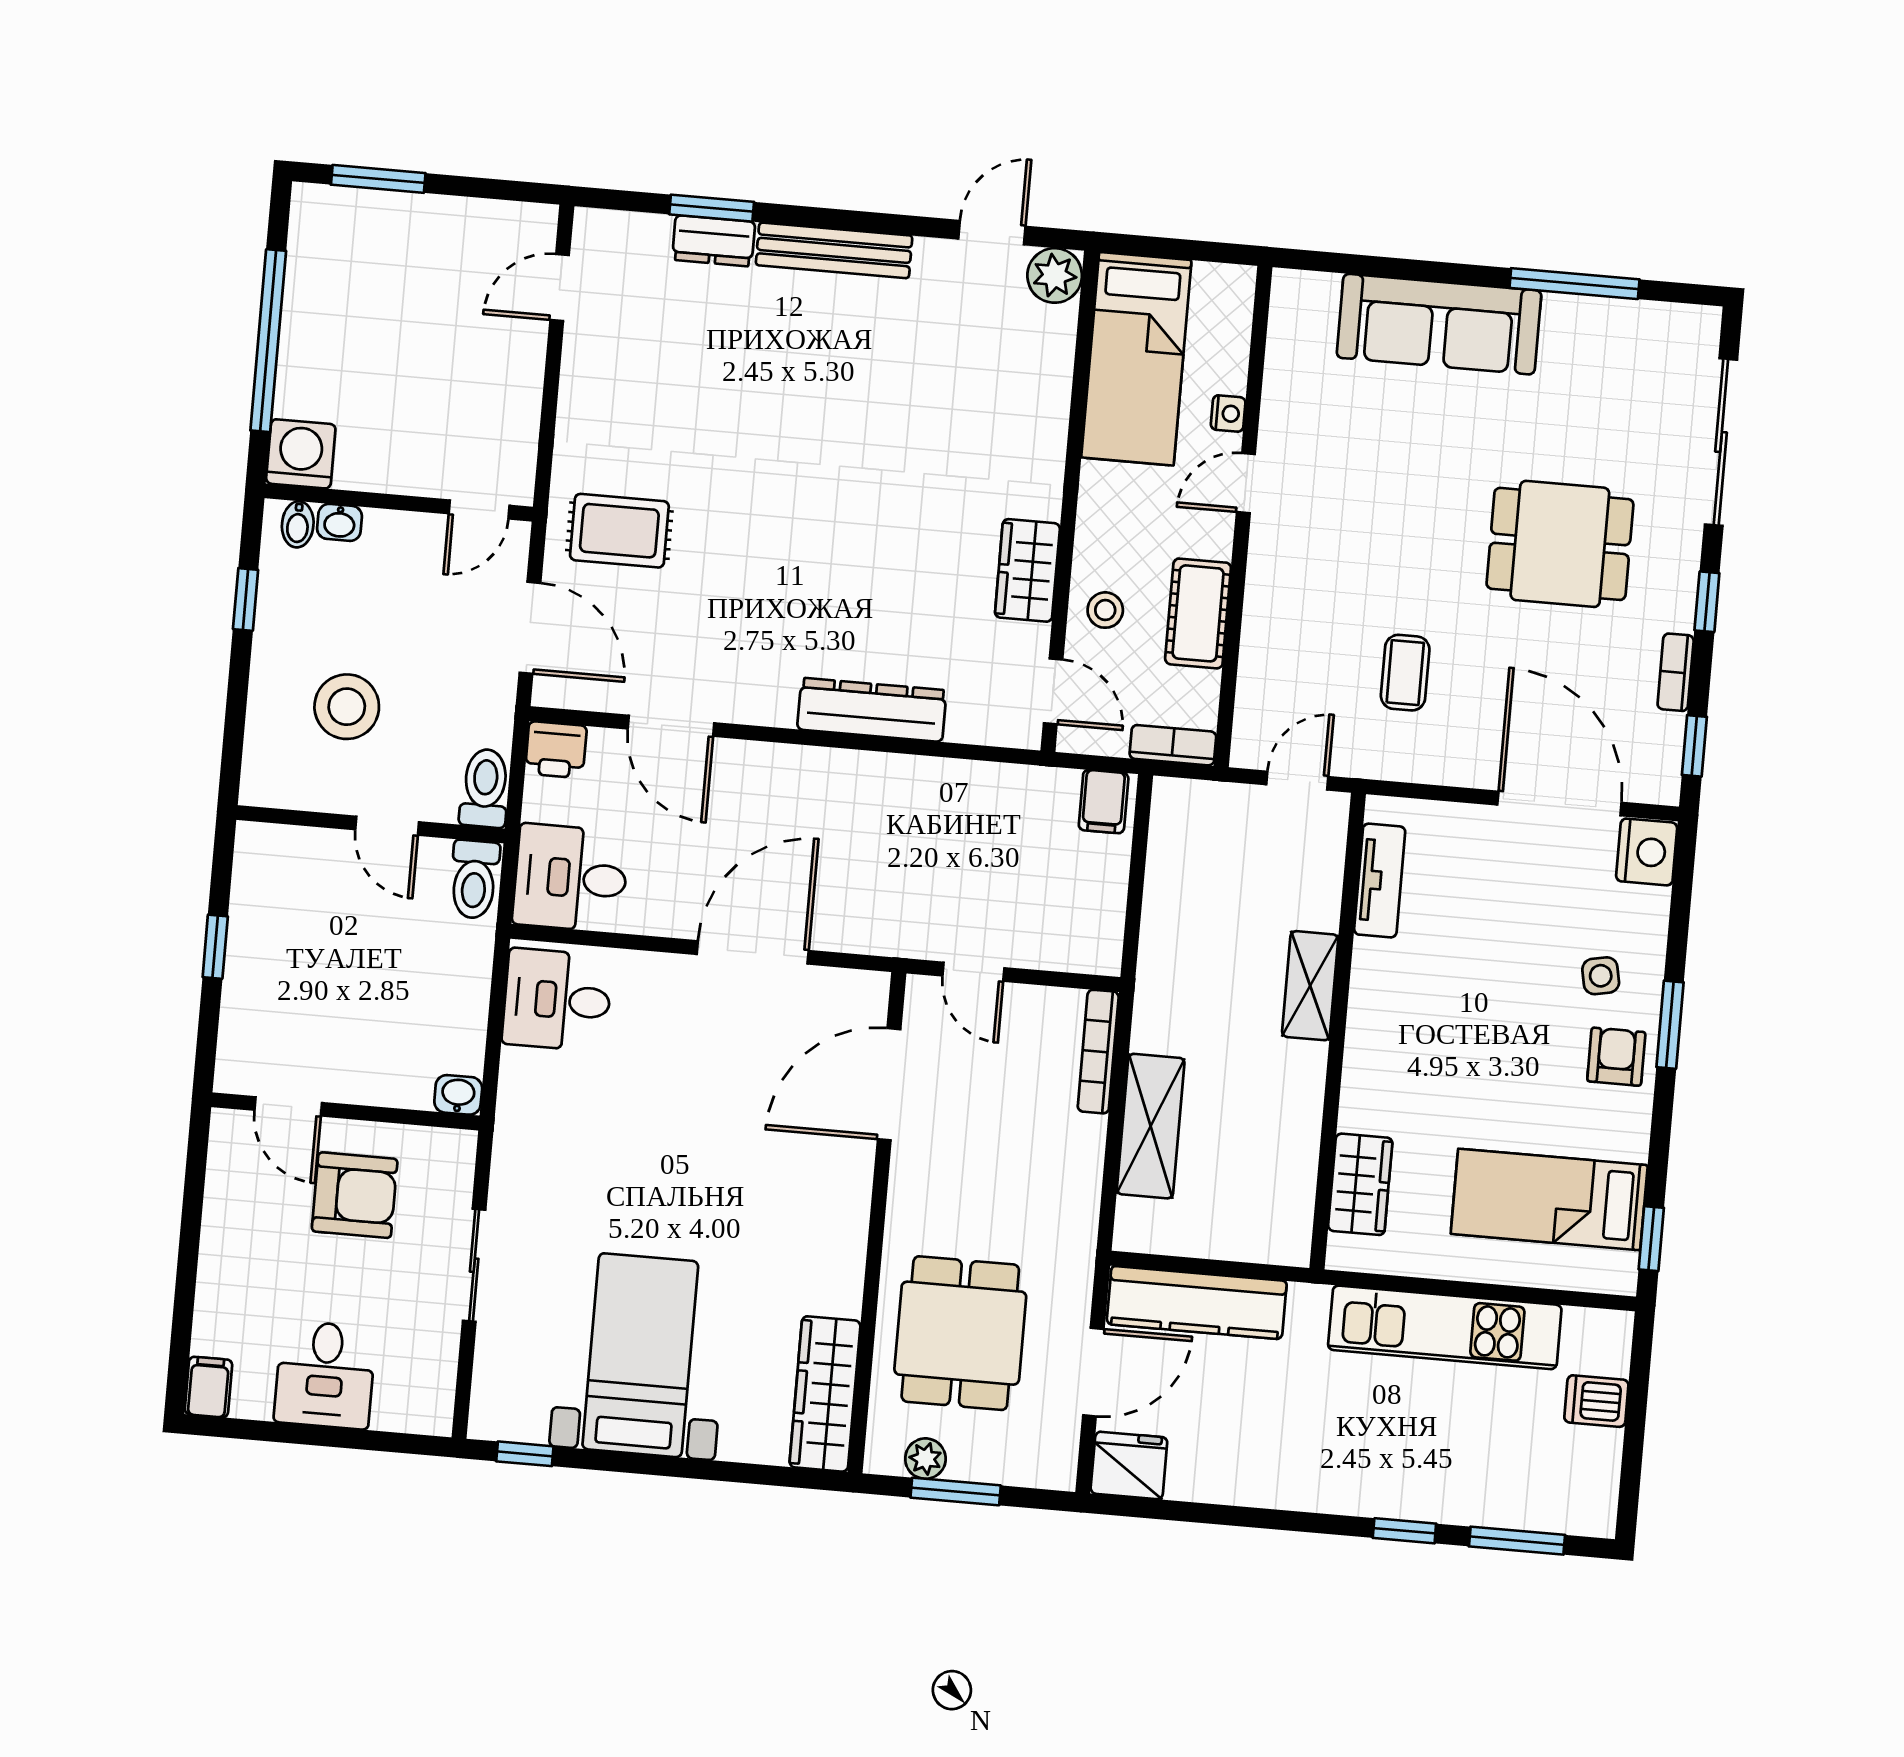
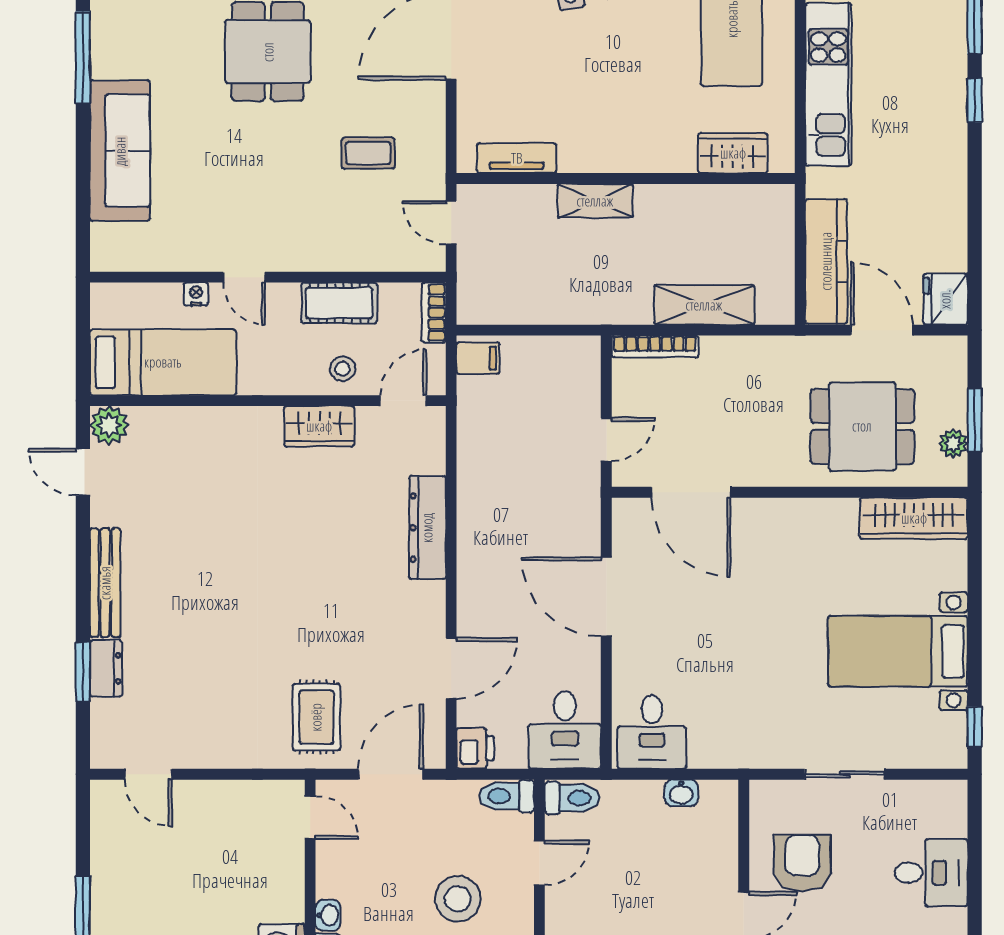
washbasin: (458, 1095) -> (681, 793), moved, turned -90

